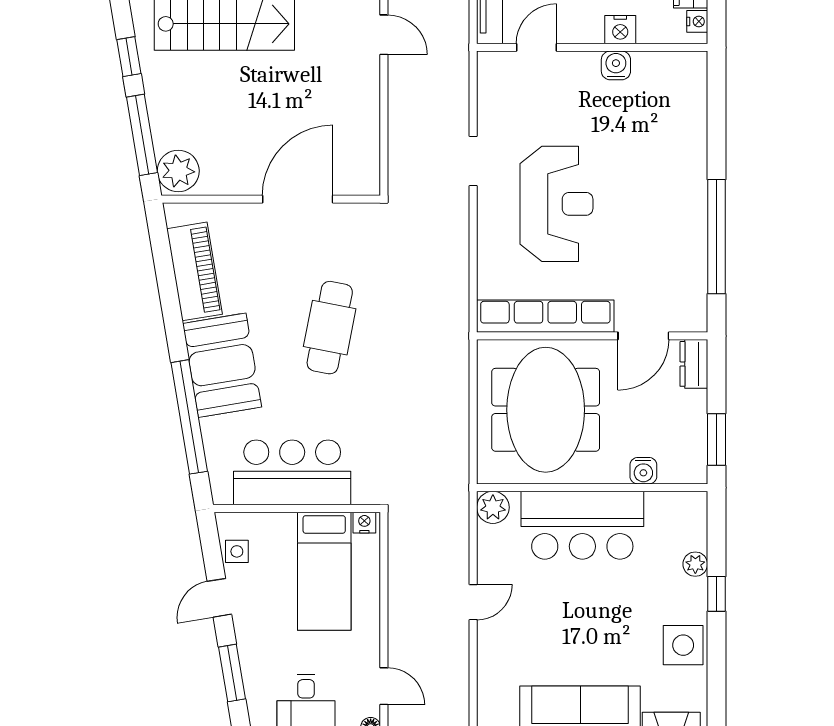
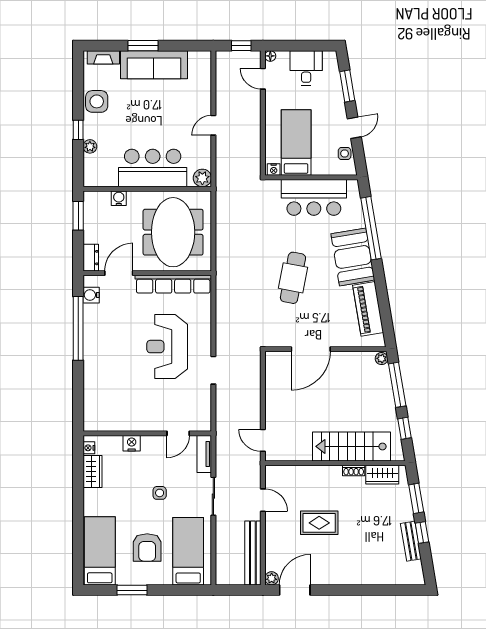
water cooler: (616, 65) -> (91, 295), moved, turned 90
plant: (178, 171) -> (382, 359), width x0.53, depth x0.53

